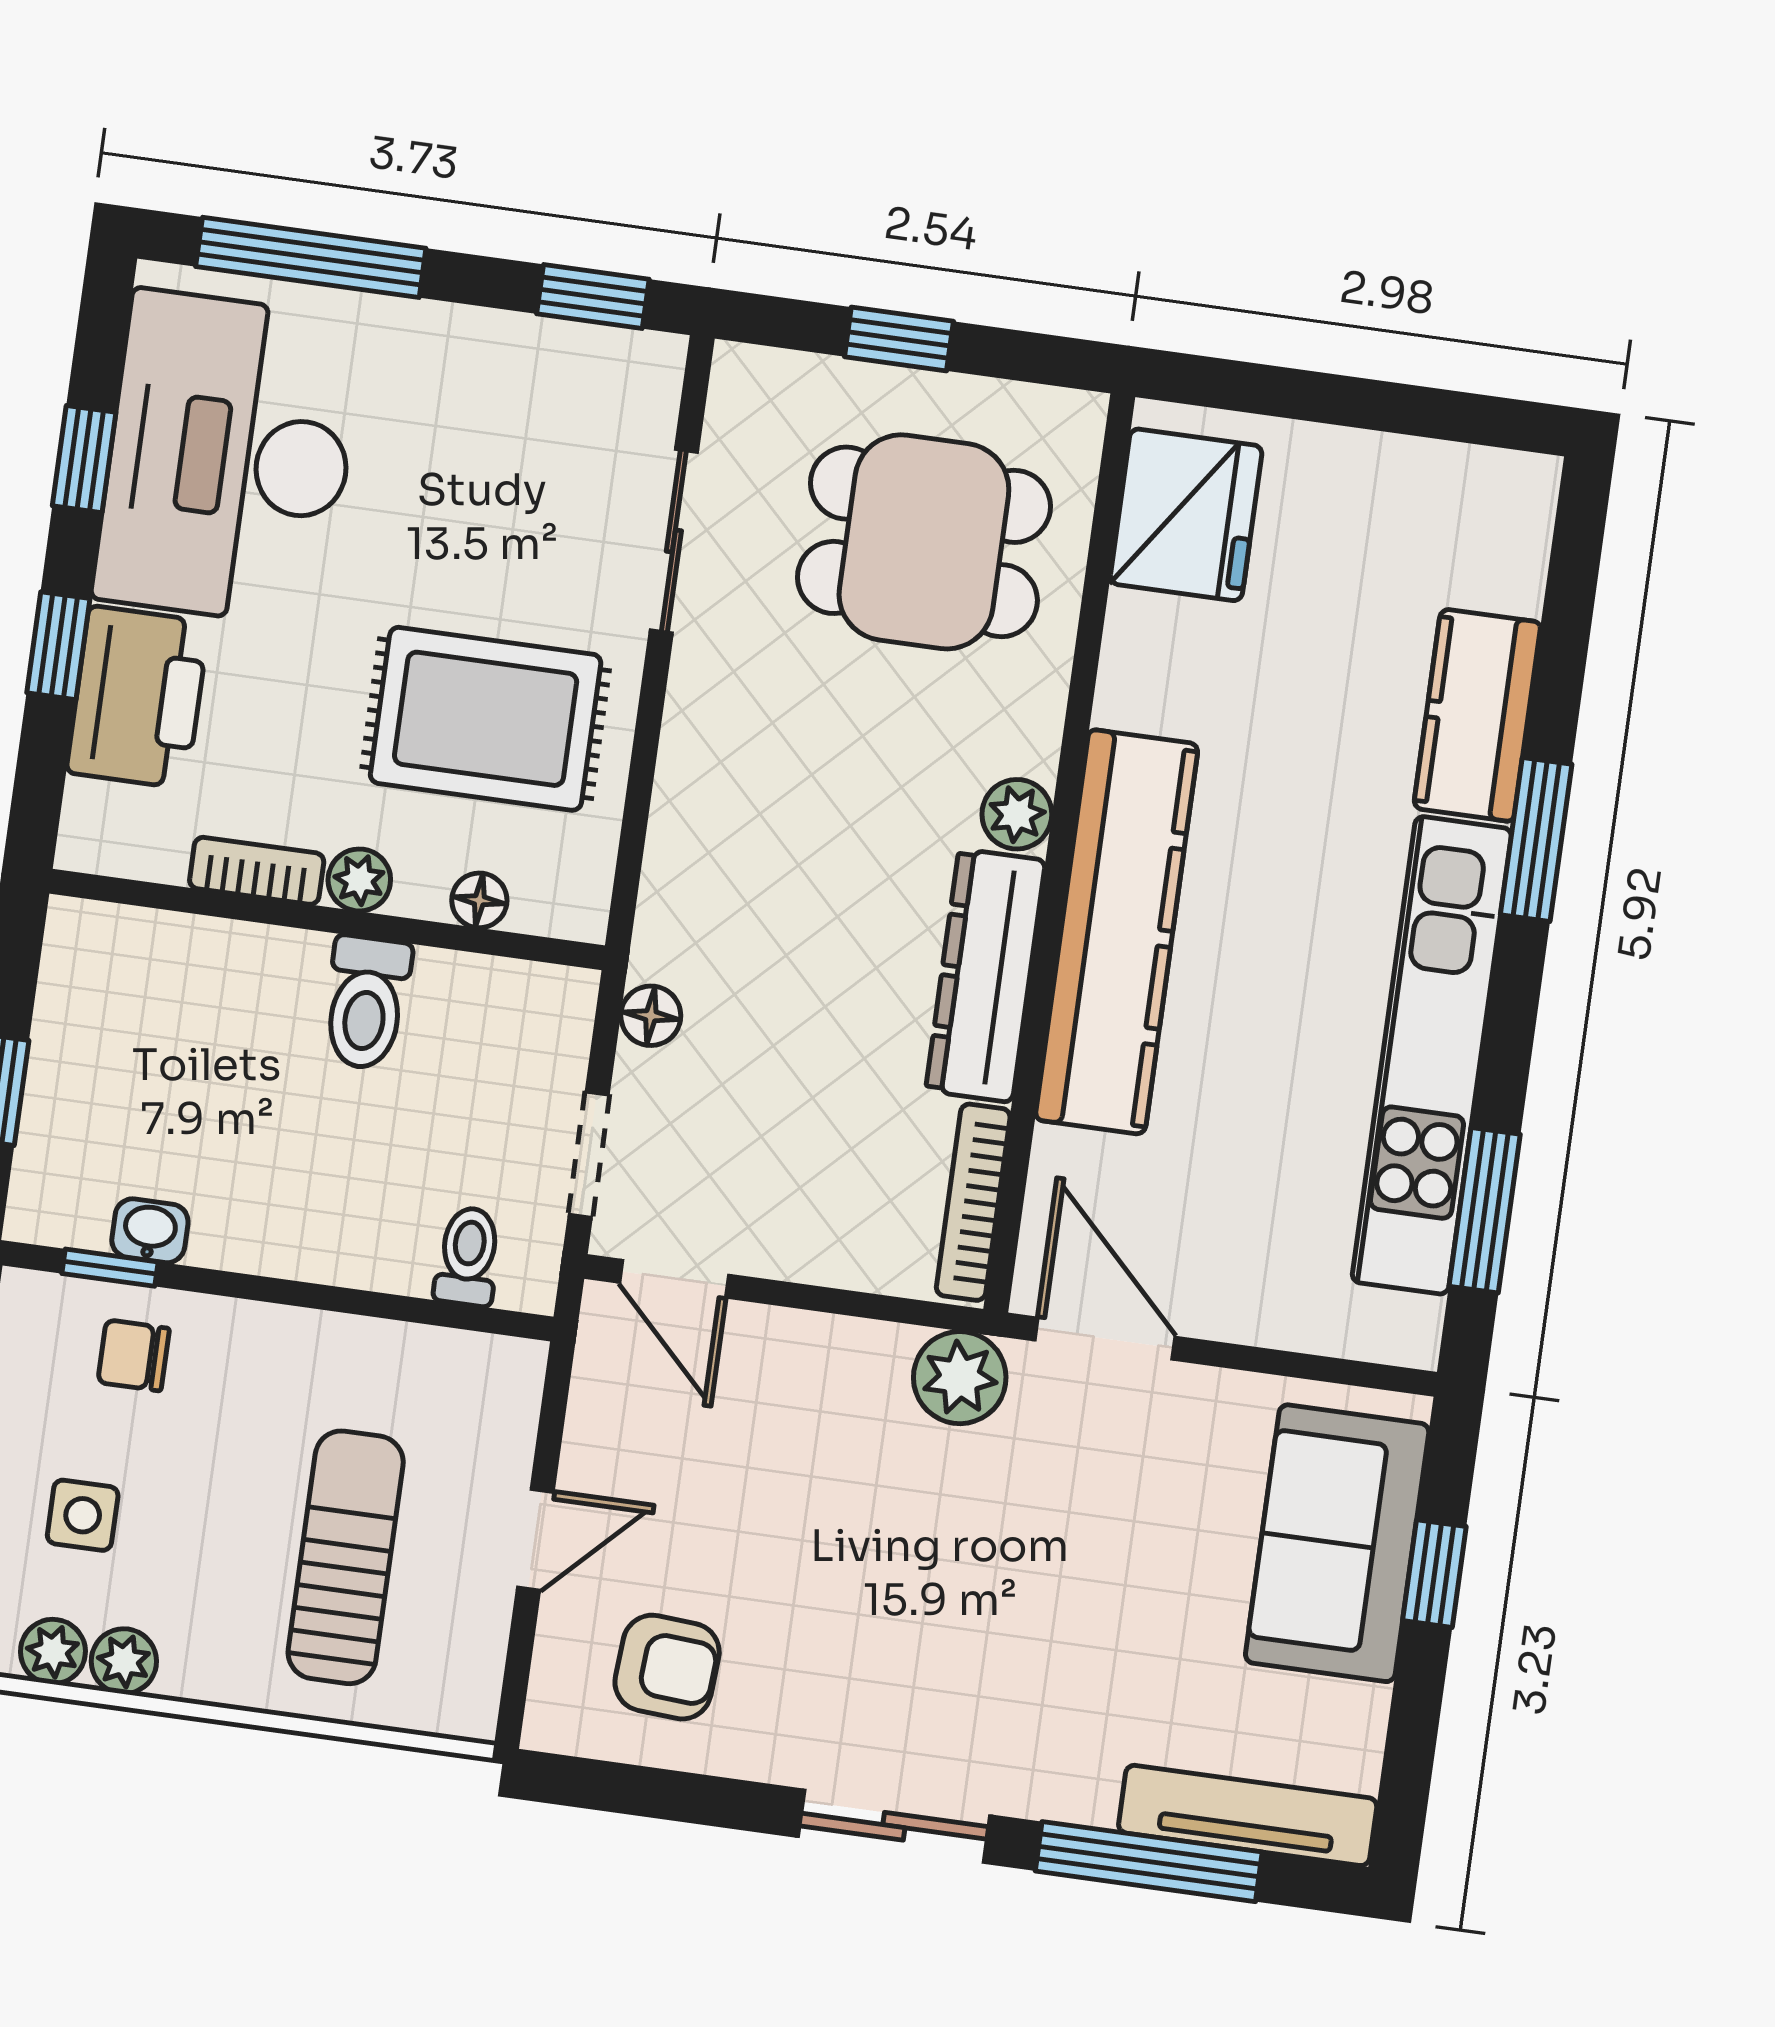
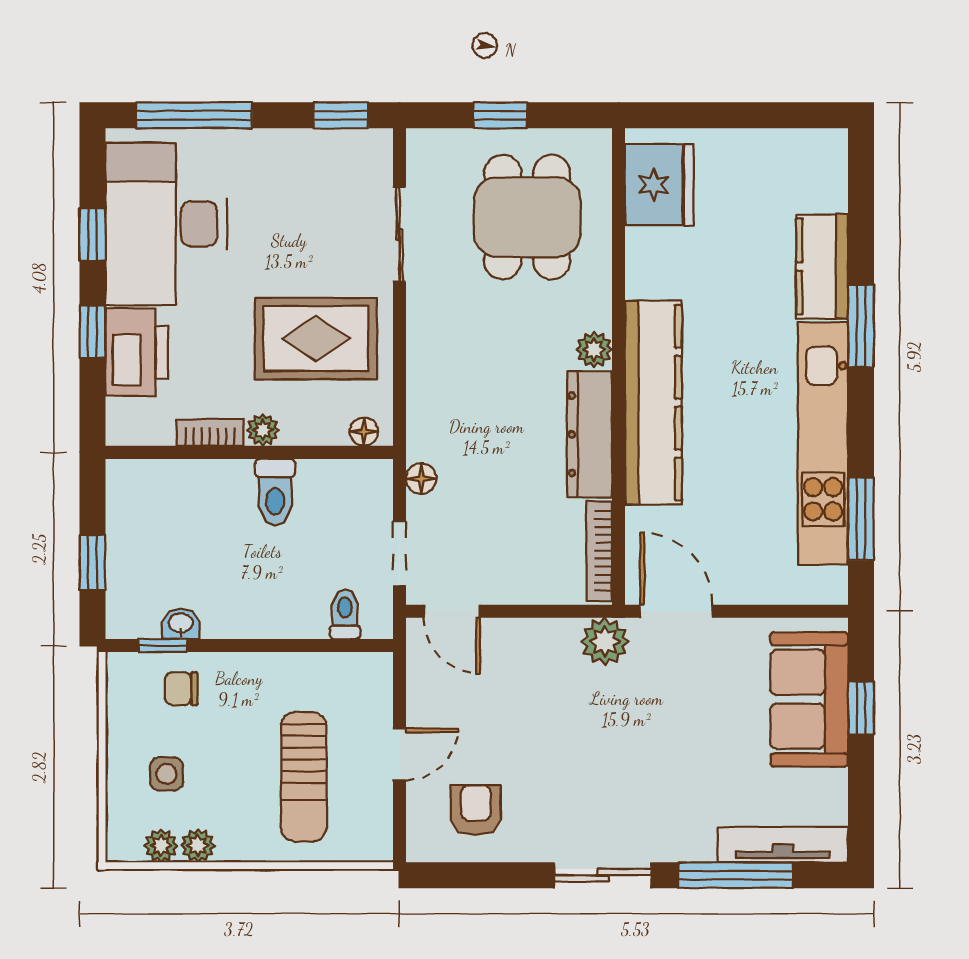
dining table: (924, 542) -> (527, 217), turned 90
floor lamp: (479, 900) -> (364, 432), moved
sun lounger: (346, 1557) -> (304, 777), turned 180
armchair: (667, 1667) -> (476, 810), turned -94

